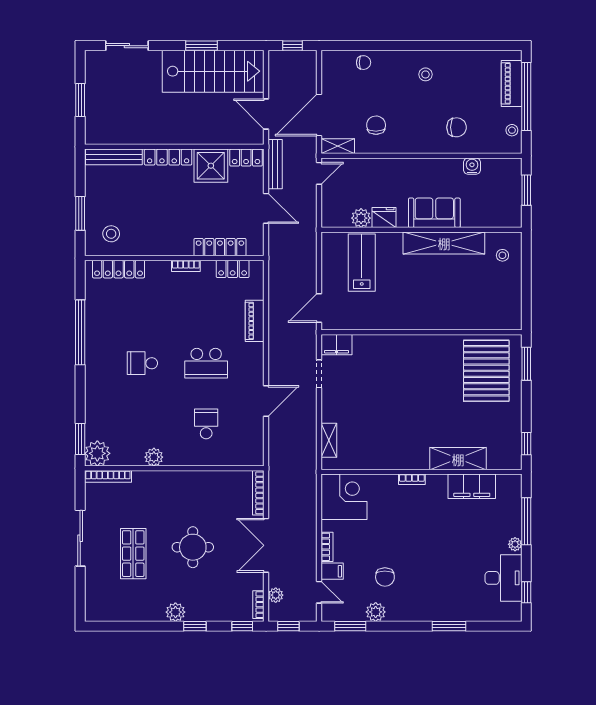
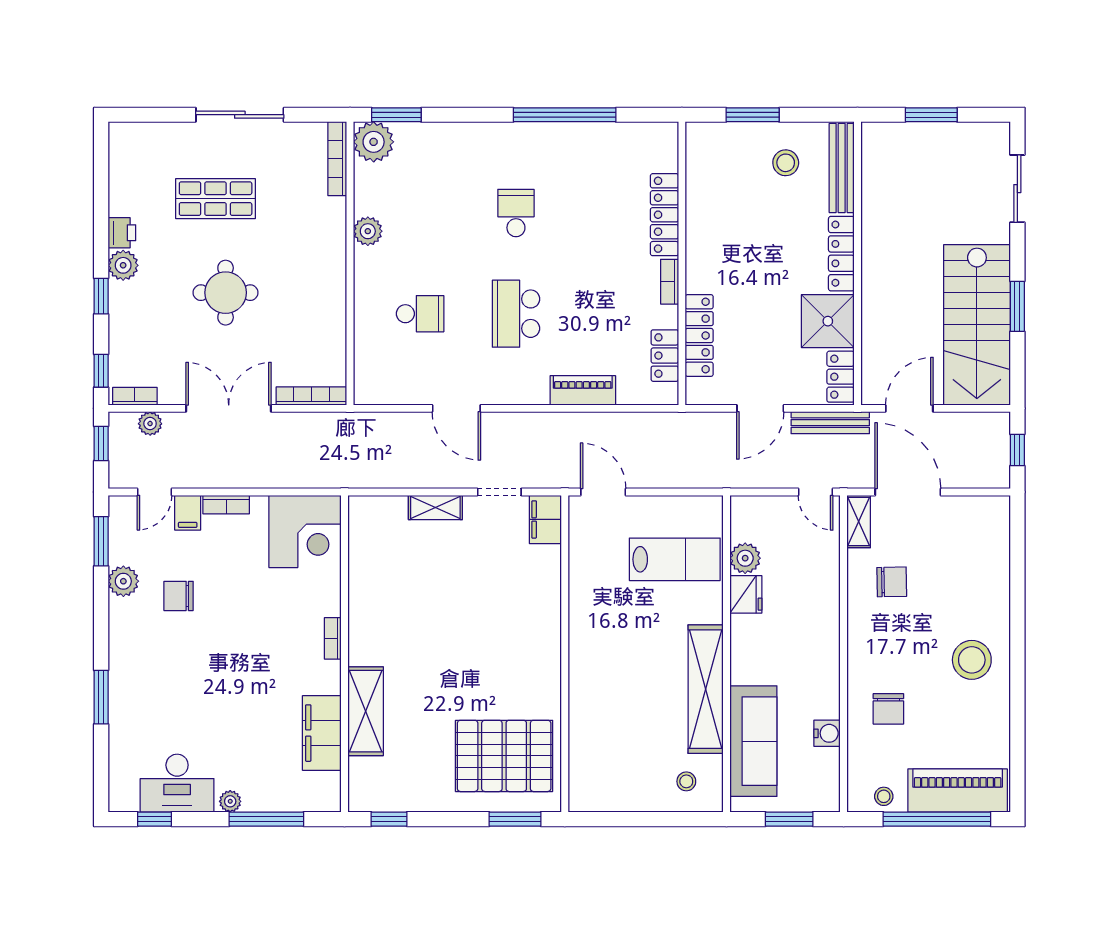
chair: (364, 63) -> (991, 562), removed
stool: (425, 74) -> (972, 660), width x1.89, depth x1.89
piano: (512, 83) -> (958, 790), width x1.37, depth x1.33
sofa: (434, 213) -> (753, 741), moved, width x1.36
stool: (111, 234) -> (786, 163), moved
locker: (119, 269) -> (664, 215), moved
shelving: (329, 440) -> (435, 507), moved
printer: (155, 613) -> (122, 233), added

